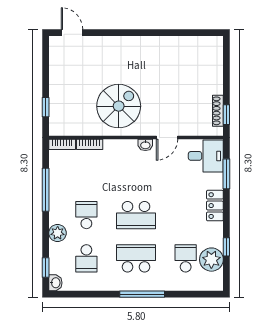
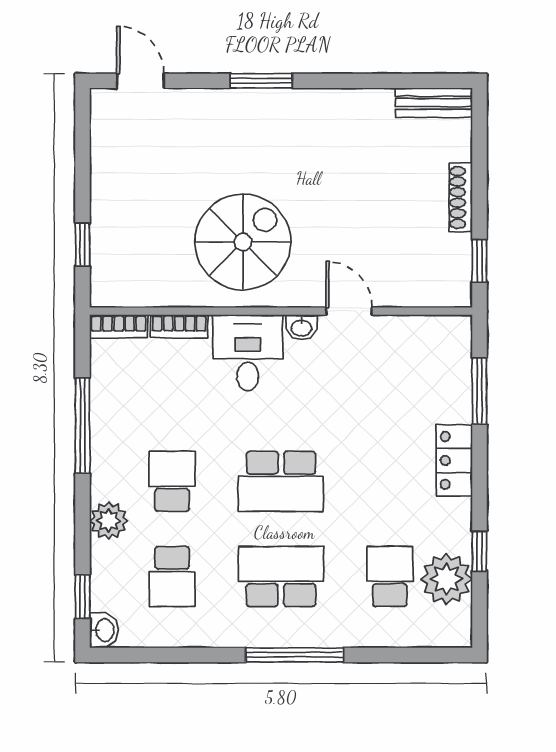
window: (127, 33) -> (261, 81), added
bench: (206, 43) -> (434, 103), added
shoe rack: (218, 111) -> (461, 197), moved
door: (167, 138) -> (349, 311), swing flipped
desk: (206, 156) -> (248, 353), moved, turned -90

